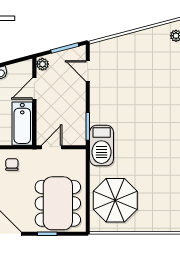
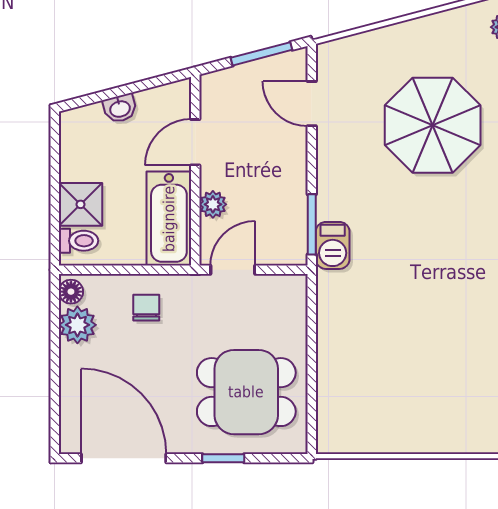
plant: (42, 64) -> (213, 204), moved
barbecue: (102, 146) -> (333, 245), width x0.53, depth x0.65
parasol: (115, 200) -> (433, 125), moved
dining table: (58, 203) -> (246, 392), width x0.73

